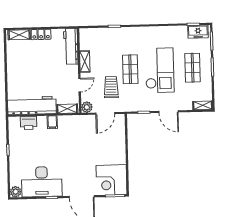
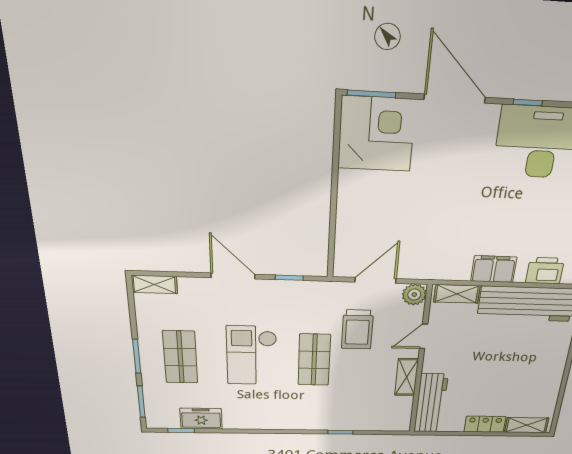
freezer: (198, 32) -> (201, 419), moved
checkout: (160, 70) -> (252, 356), width x0.73, depth x0.83
filing cabinet: (52, 122) -> (494, 269), width x2.00

